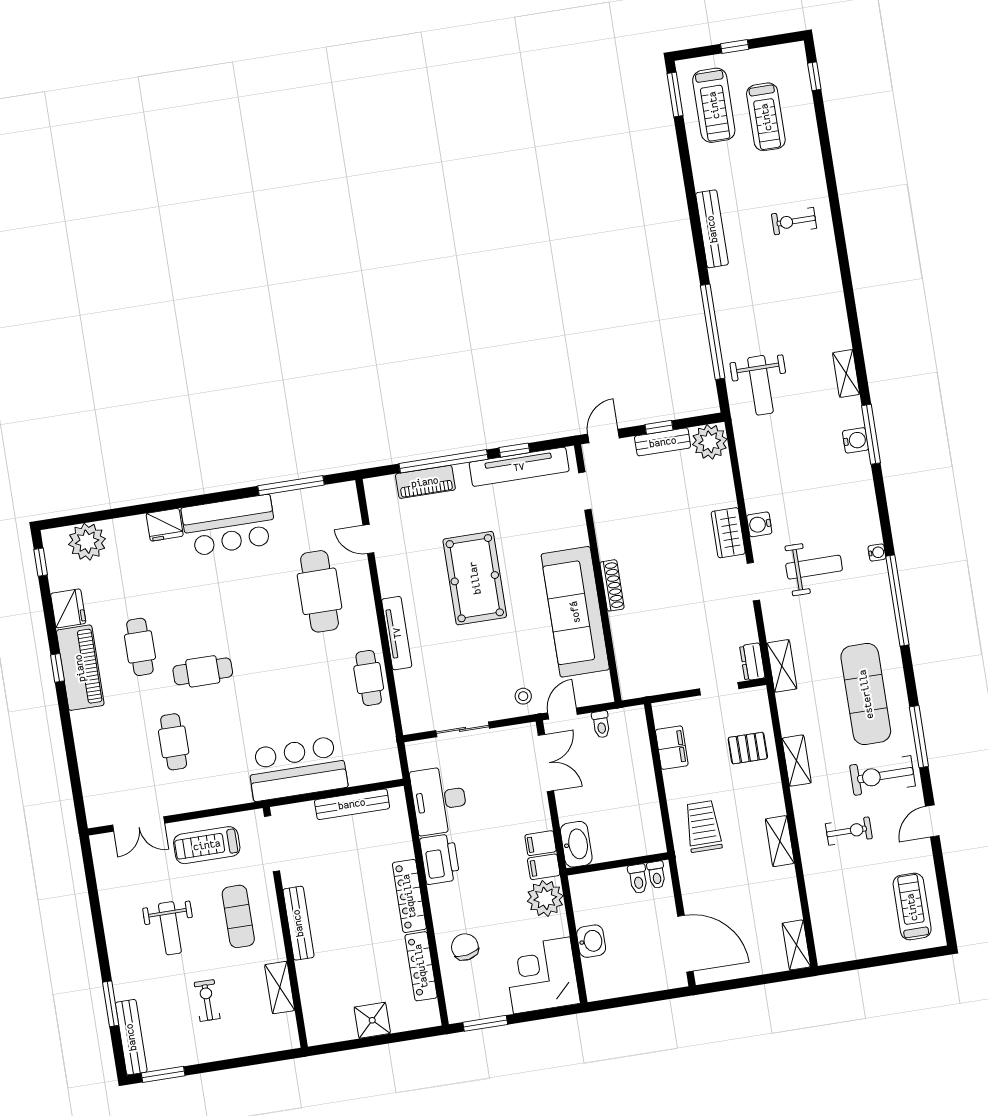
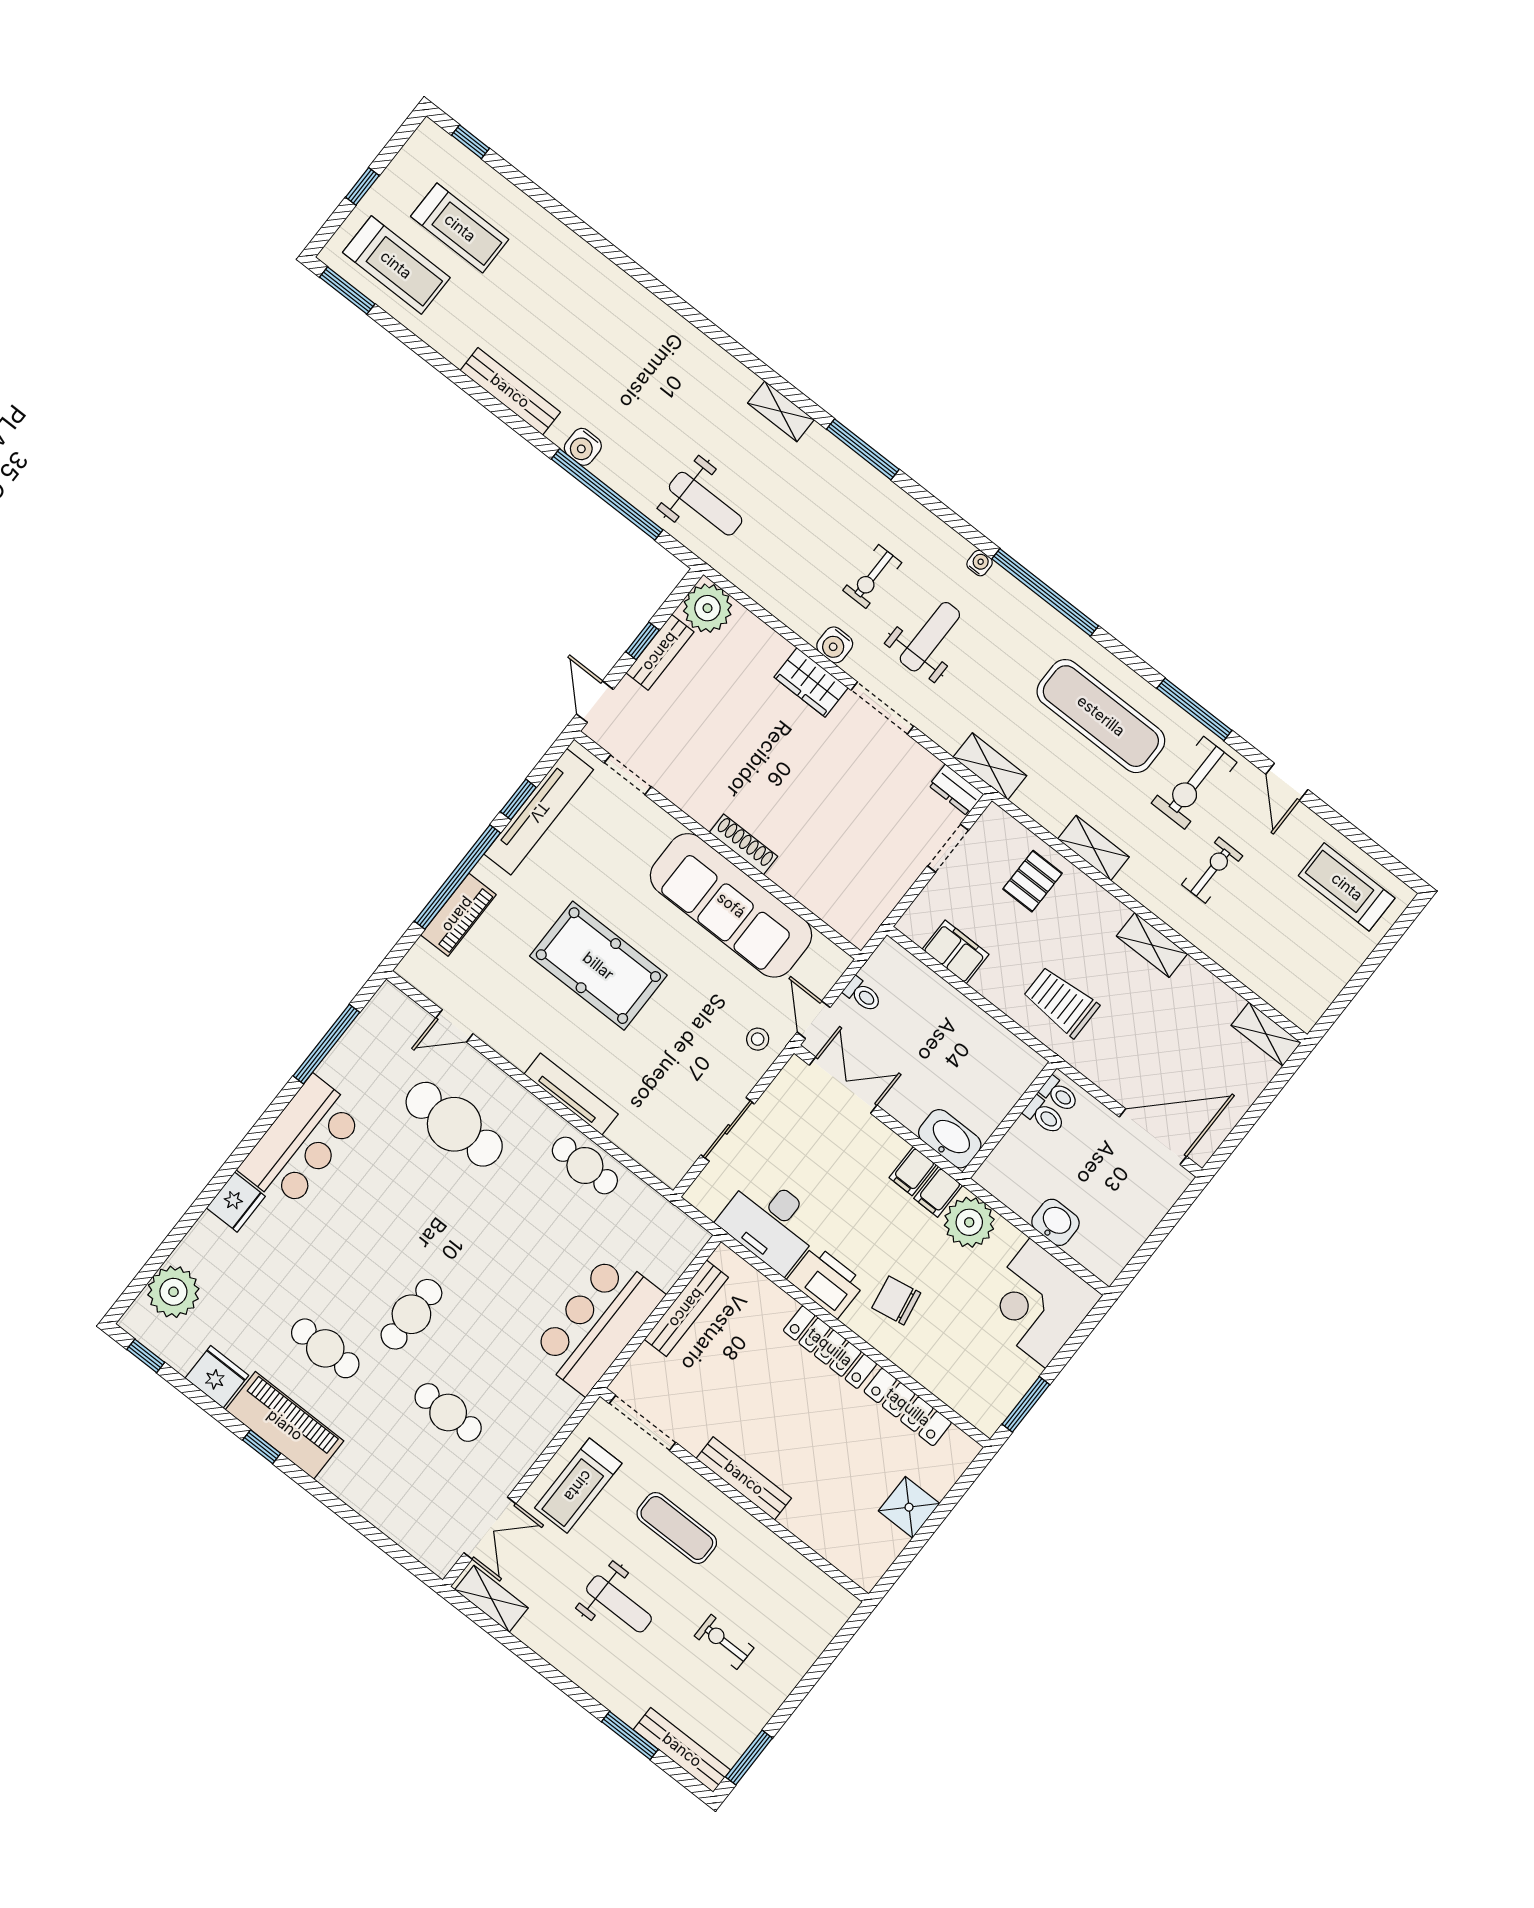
exercise bike: (794, 221) -> (872, 576), moved
water cooler: (855, 440) -> (583, 447), moved, turned 180
doorway: (753, 582) -> (882, 708), width x1.38
chair: (465, 947) -> (896, 1300), moved
shelving: (280, 988) -> (491, 1599), moved

